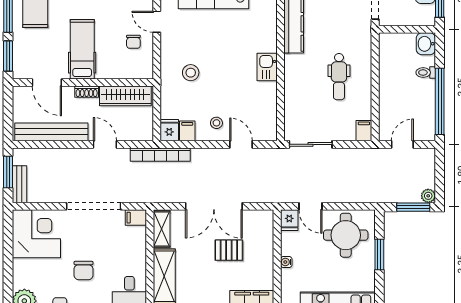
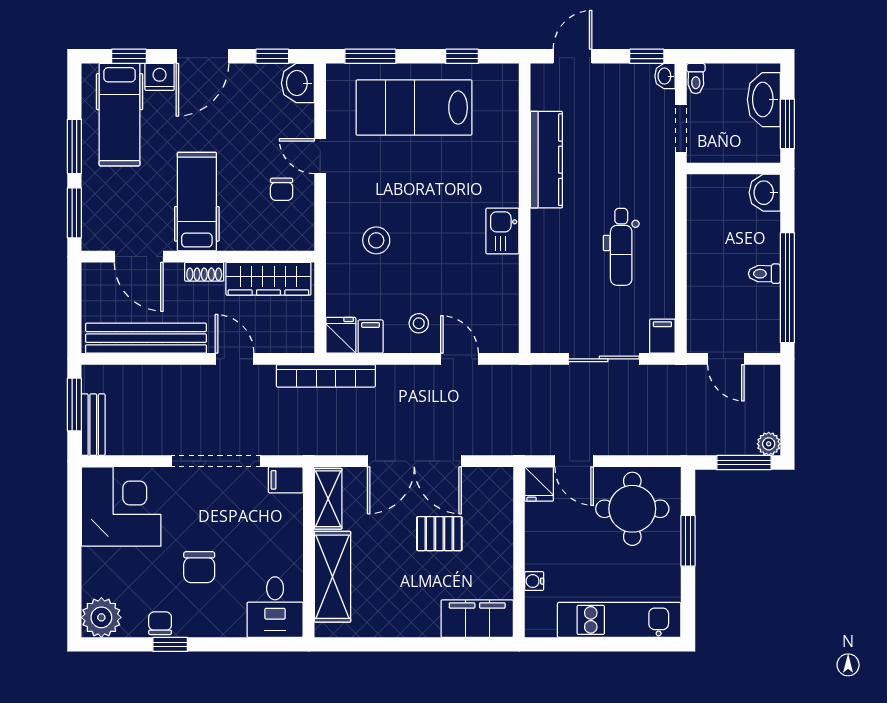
toilet: (426, 73) -> (764, 274), moved
sliding door: (311, 144) -> (604, 359), moved
door: (402, 144) -> (726, 359), swing flipped
water cooler: (286, 262) -> (534, 581), moved

